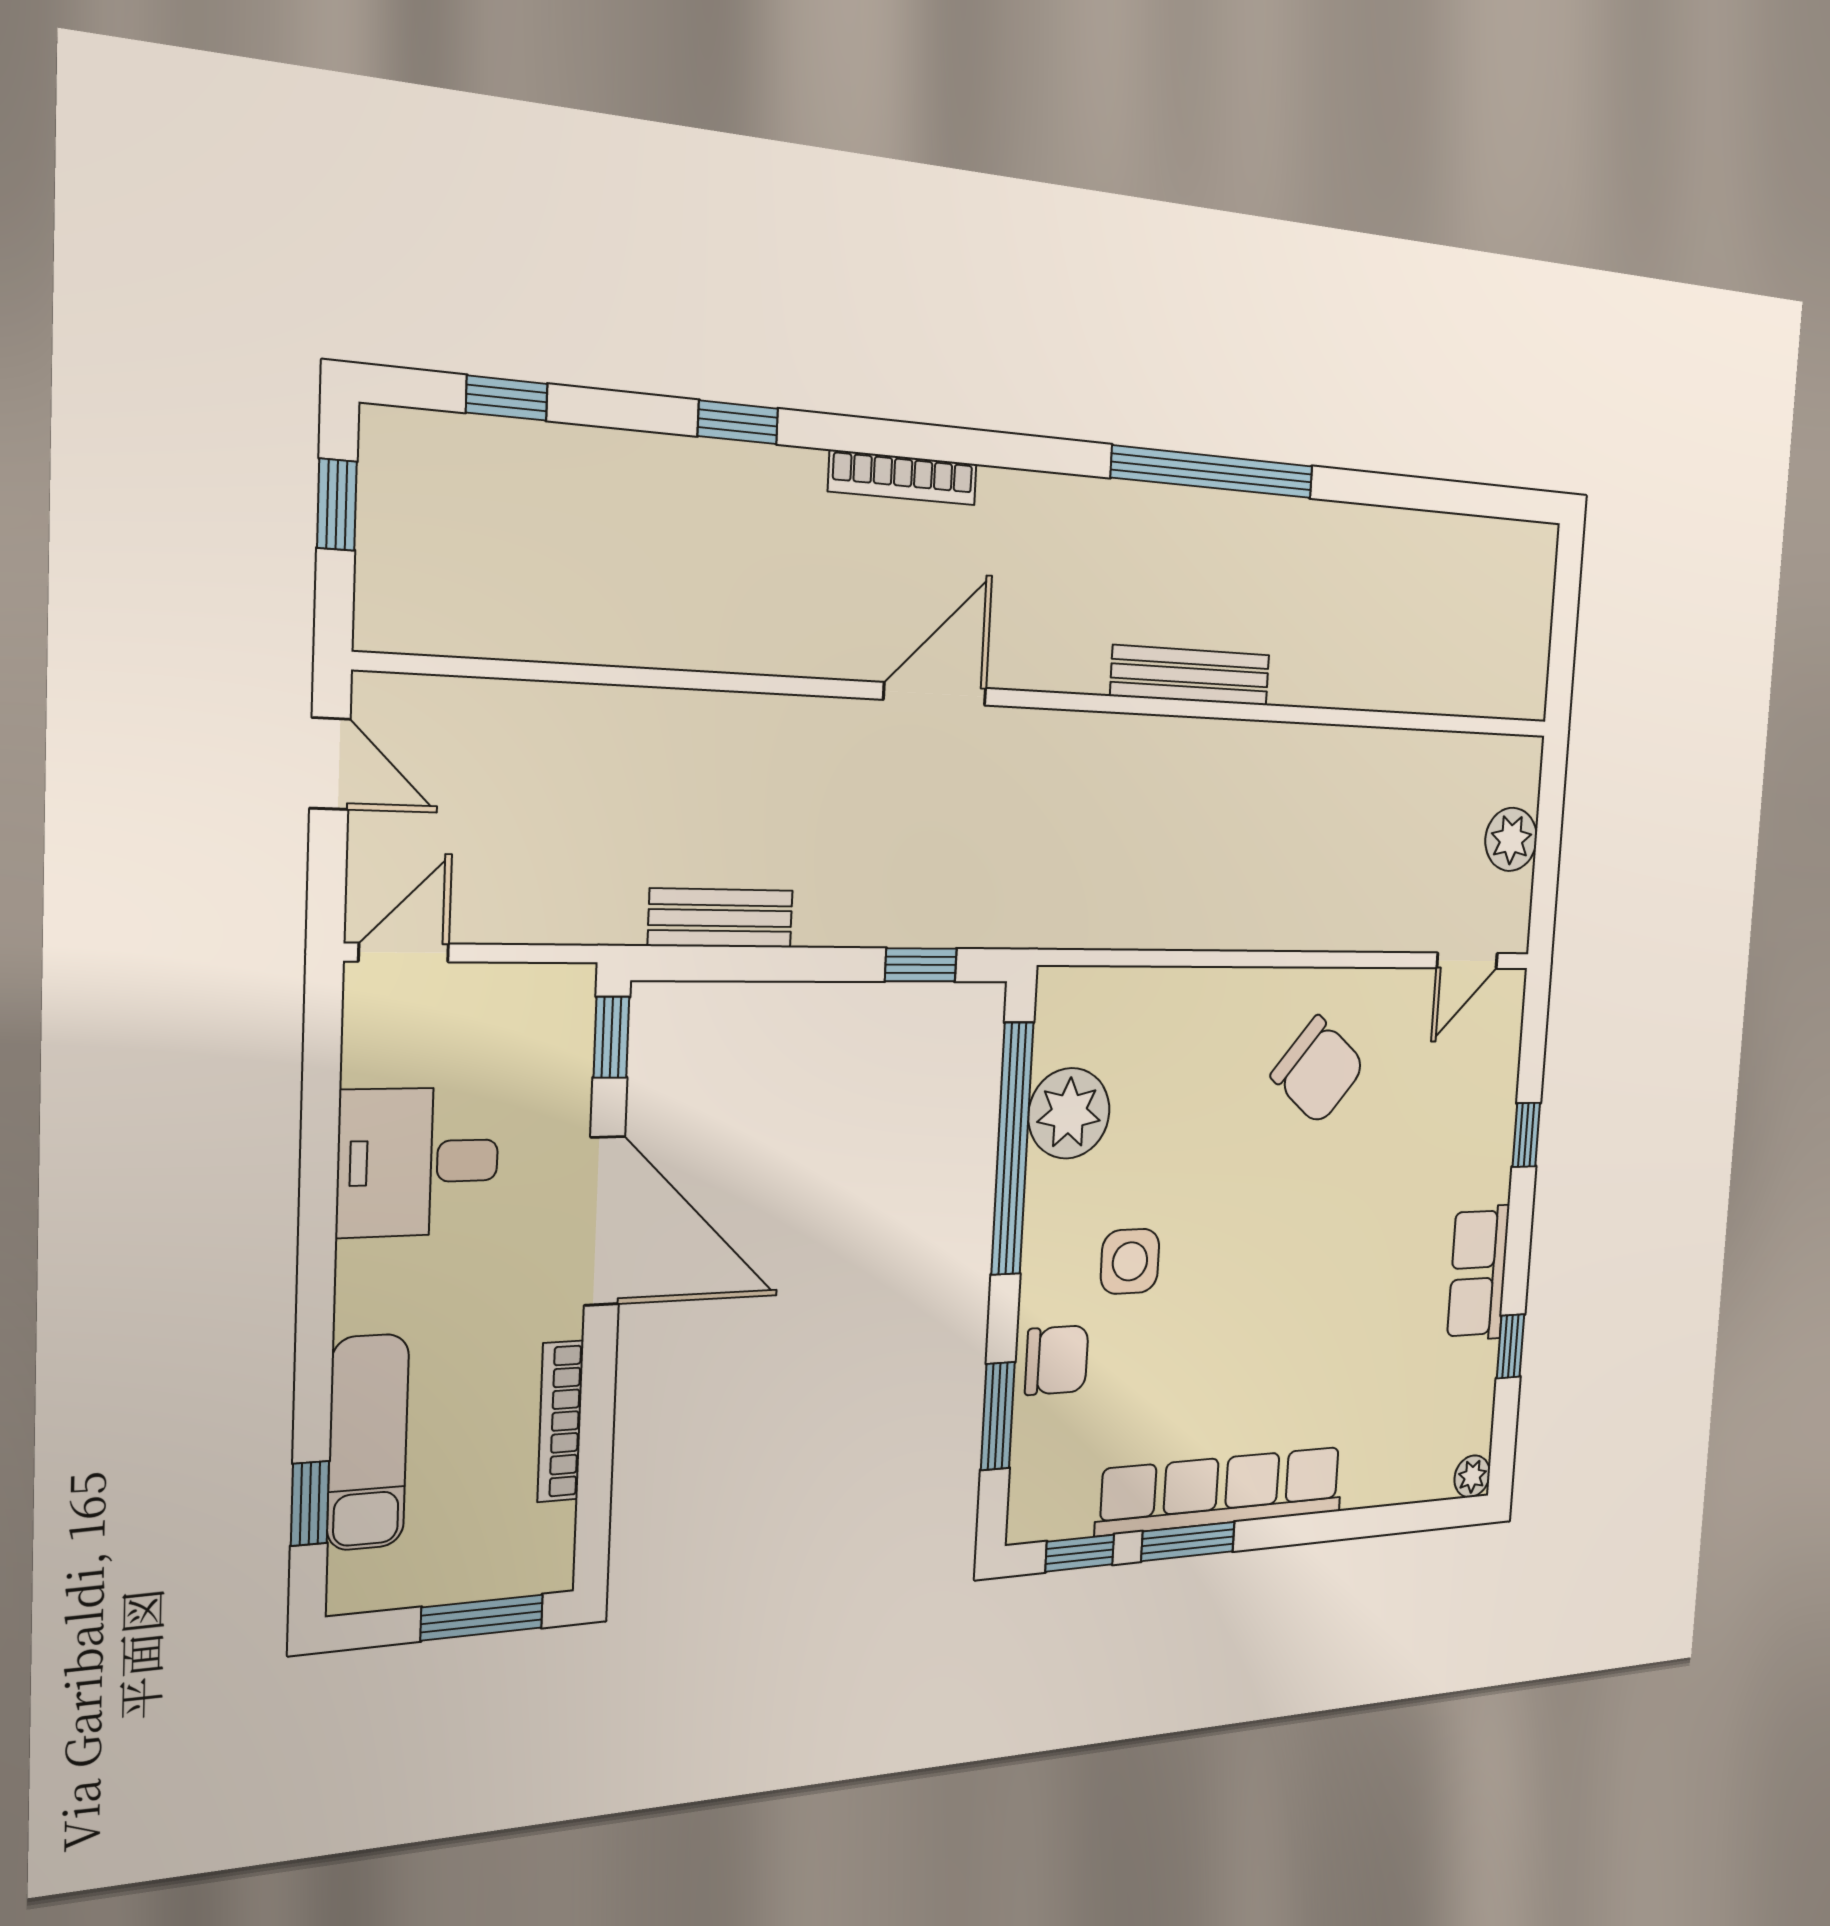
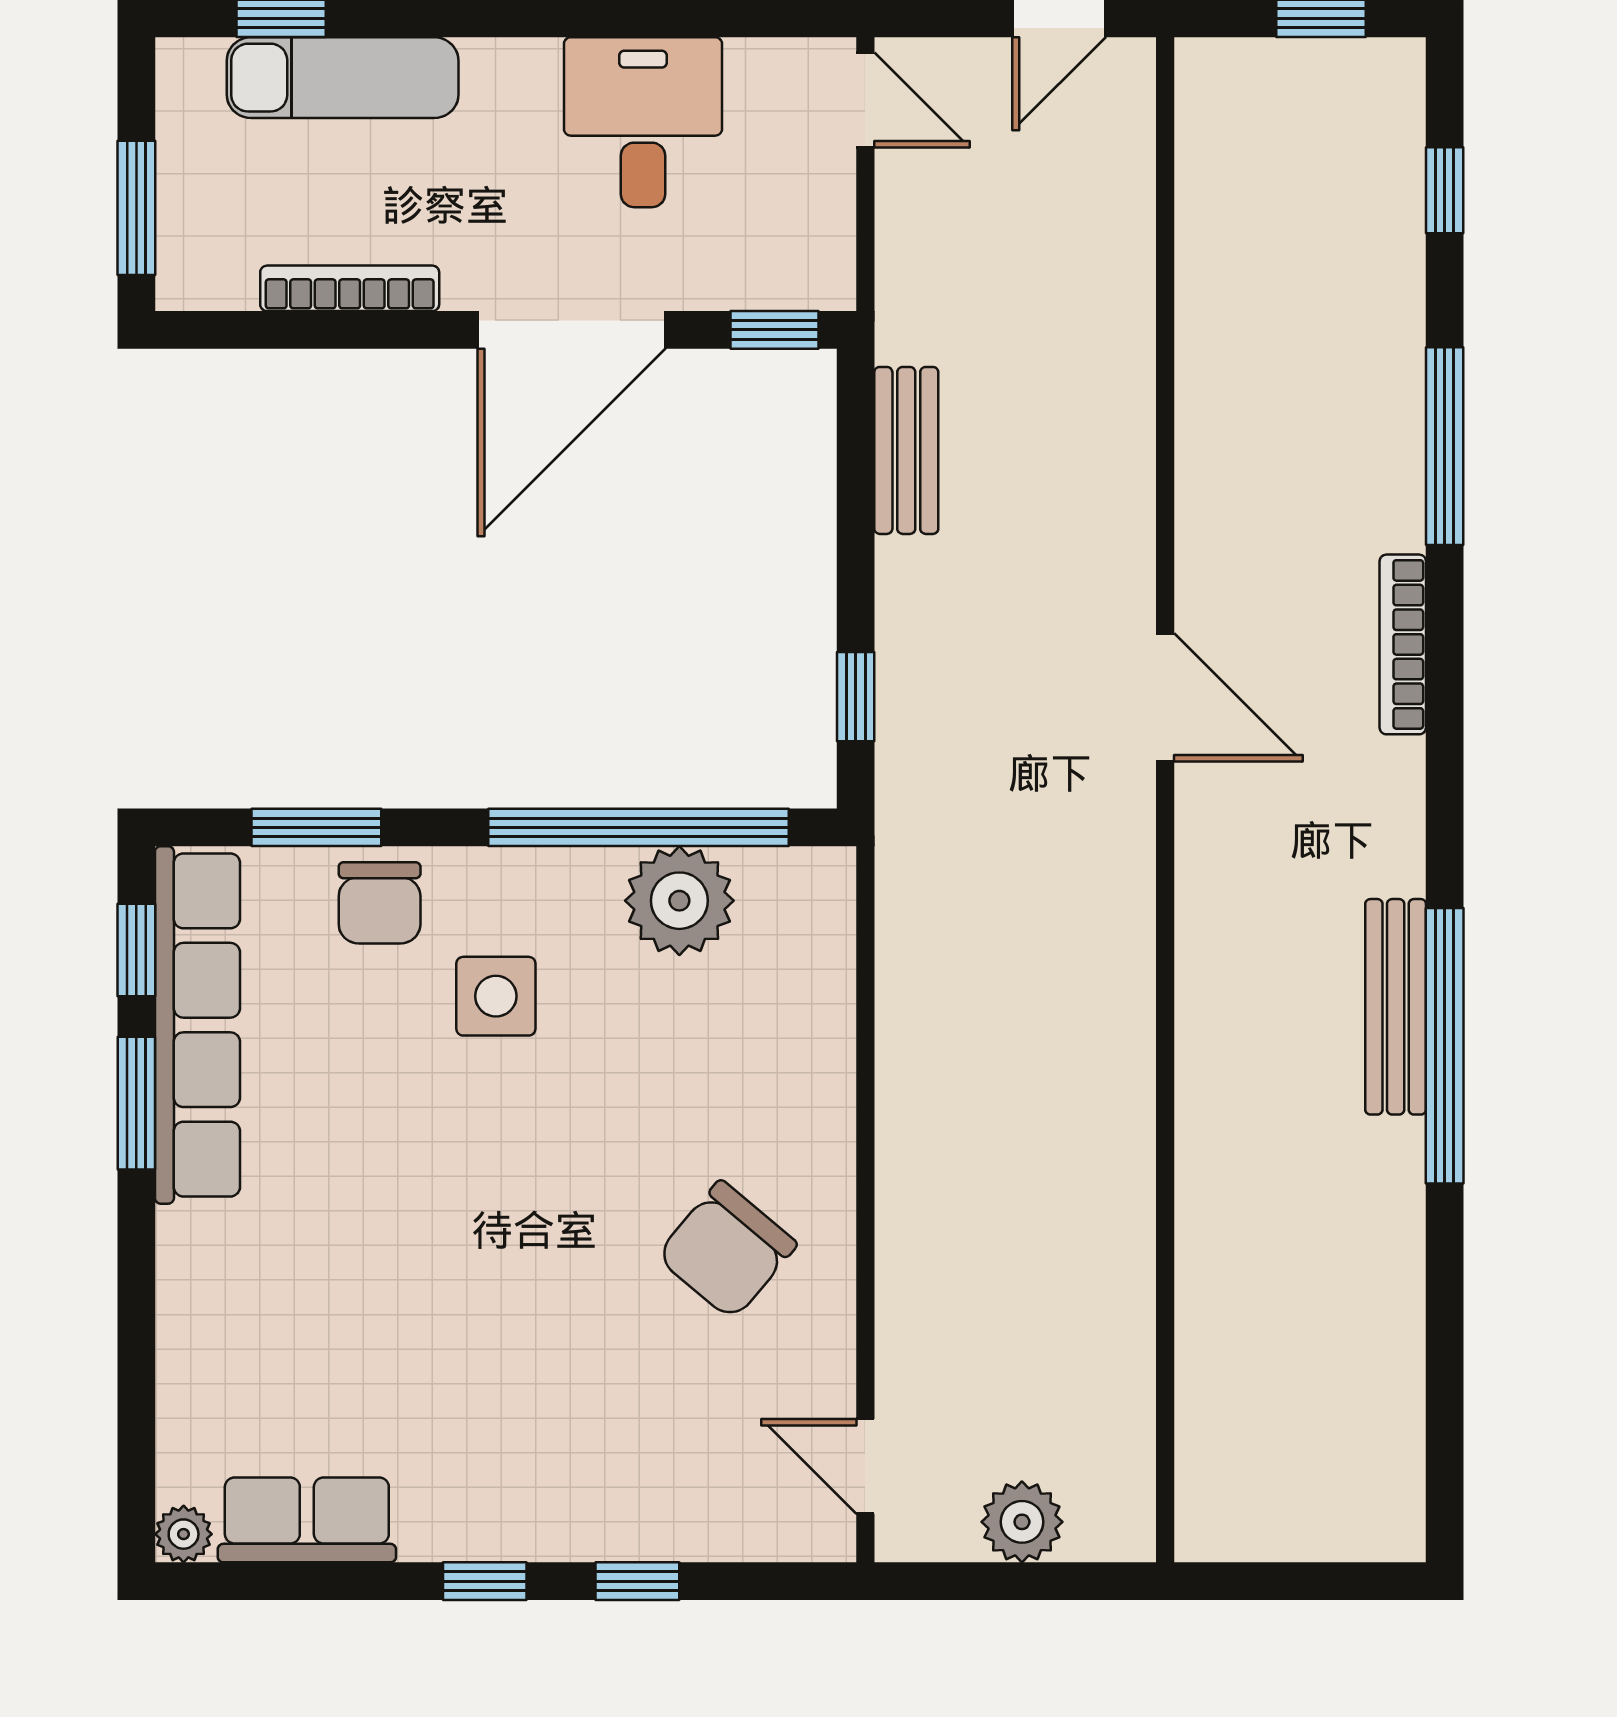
window: (738, 422) -> (1445, 446), width x2.17
bench: (1190, 675) -> (1396, 1007), moved
row of seats: (1478, 1273) -> (307, 1520), moved
window: (1511, 1346) -> (485, 1581), moved
row of seats: (1221, 1491) -> (198, 1025), moved

